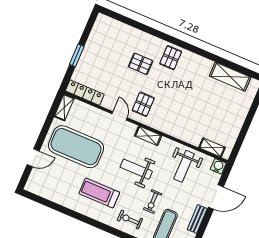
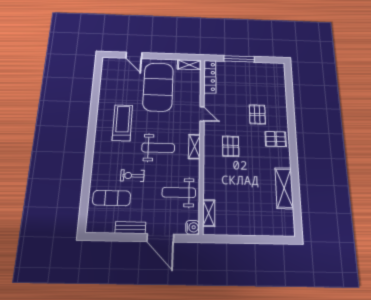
window: (77, 55) -> (239, 59), width x1.44
shelving: (230, 77) -> (284, 188), moved
pallet: (143, 104) -> (231, 146), moved, turned 90
door: (120, 116) -> (202, 114), hinge flipped
weight bench: (136, 169) -> (158, 148), turned 90
exercise bike: (130, 220) -> (107, 161), removed

